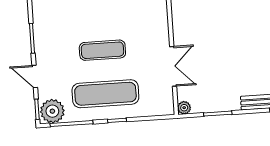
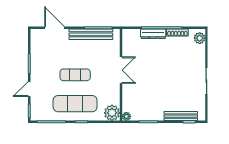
double door: (173, 66) -> (121, 70), moved
door: (35, 76) -> (29, 89), hinge flipped
plant: (52, 111) -> (112, 113), moved

